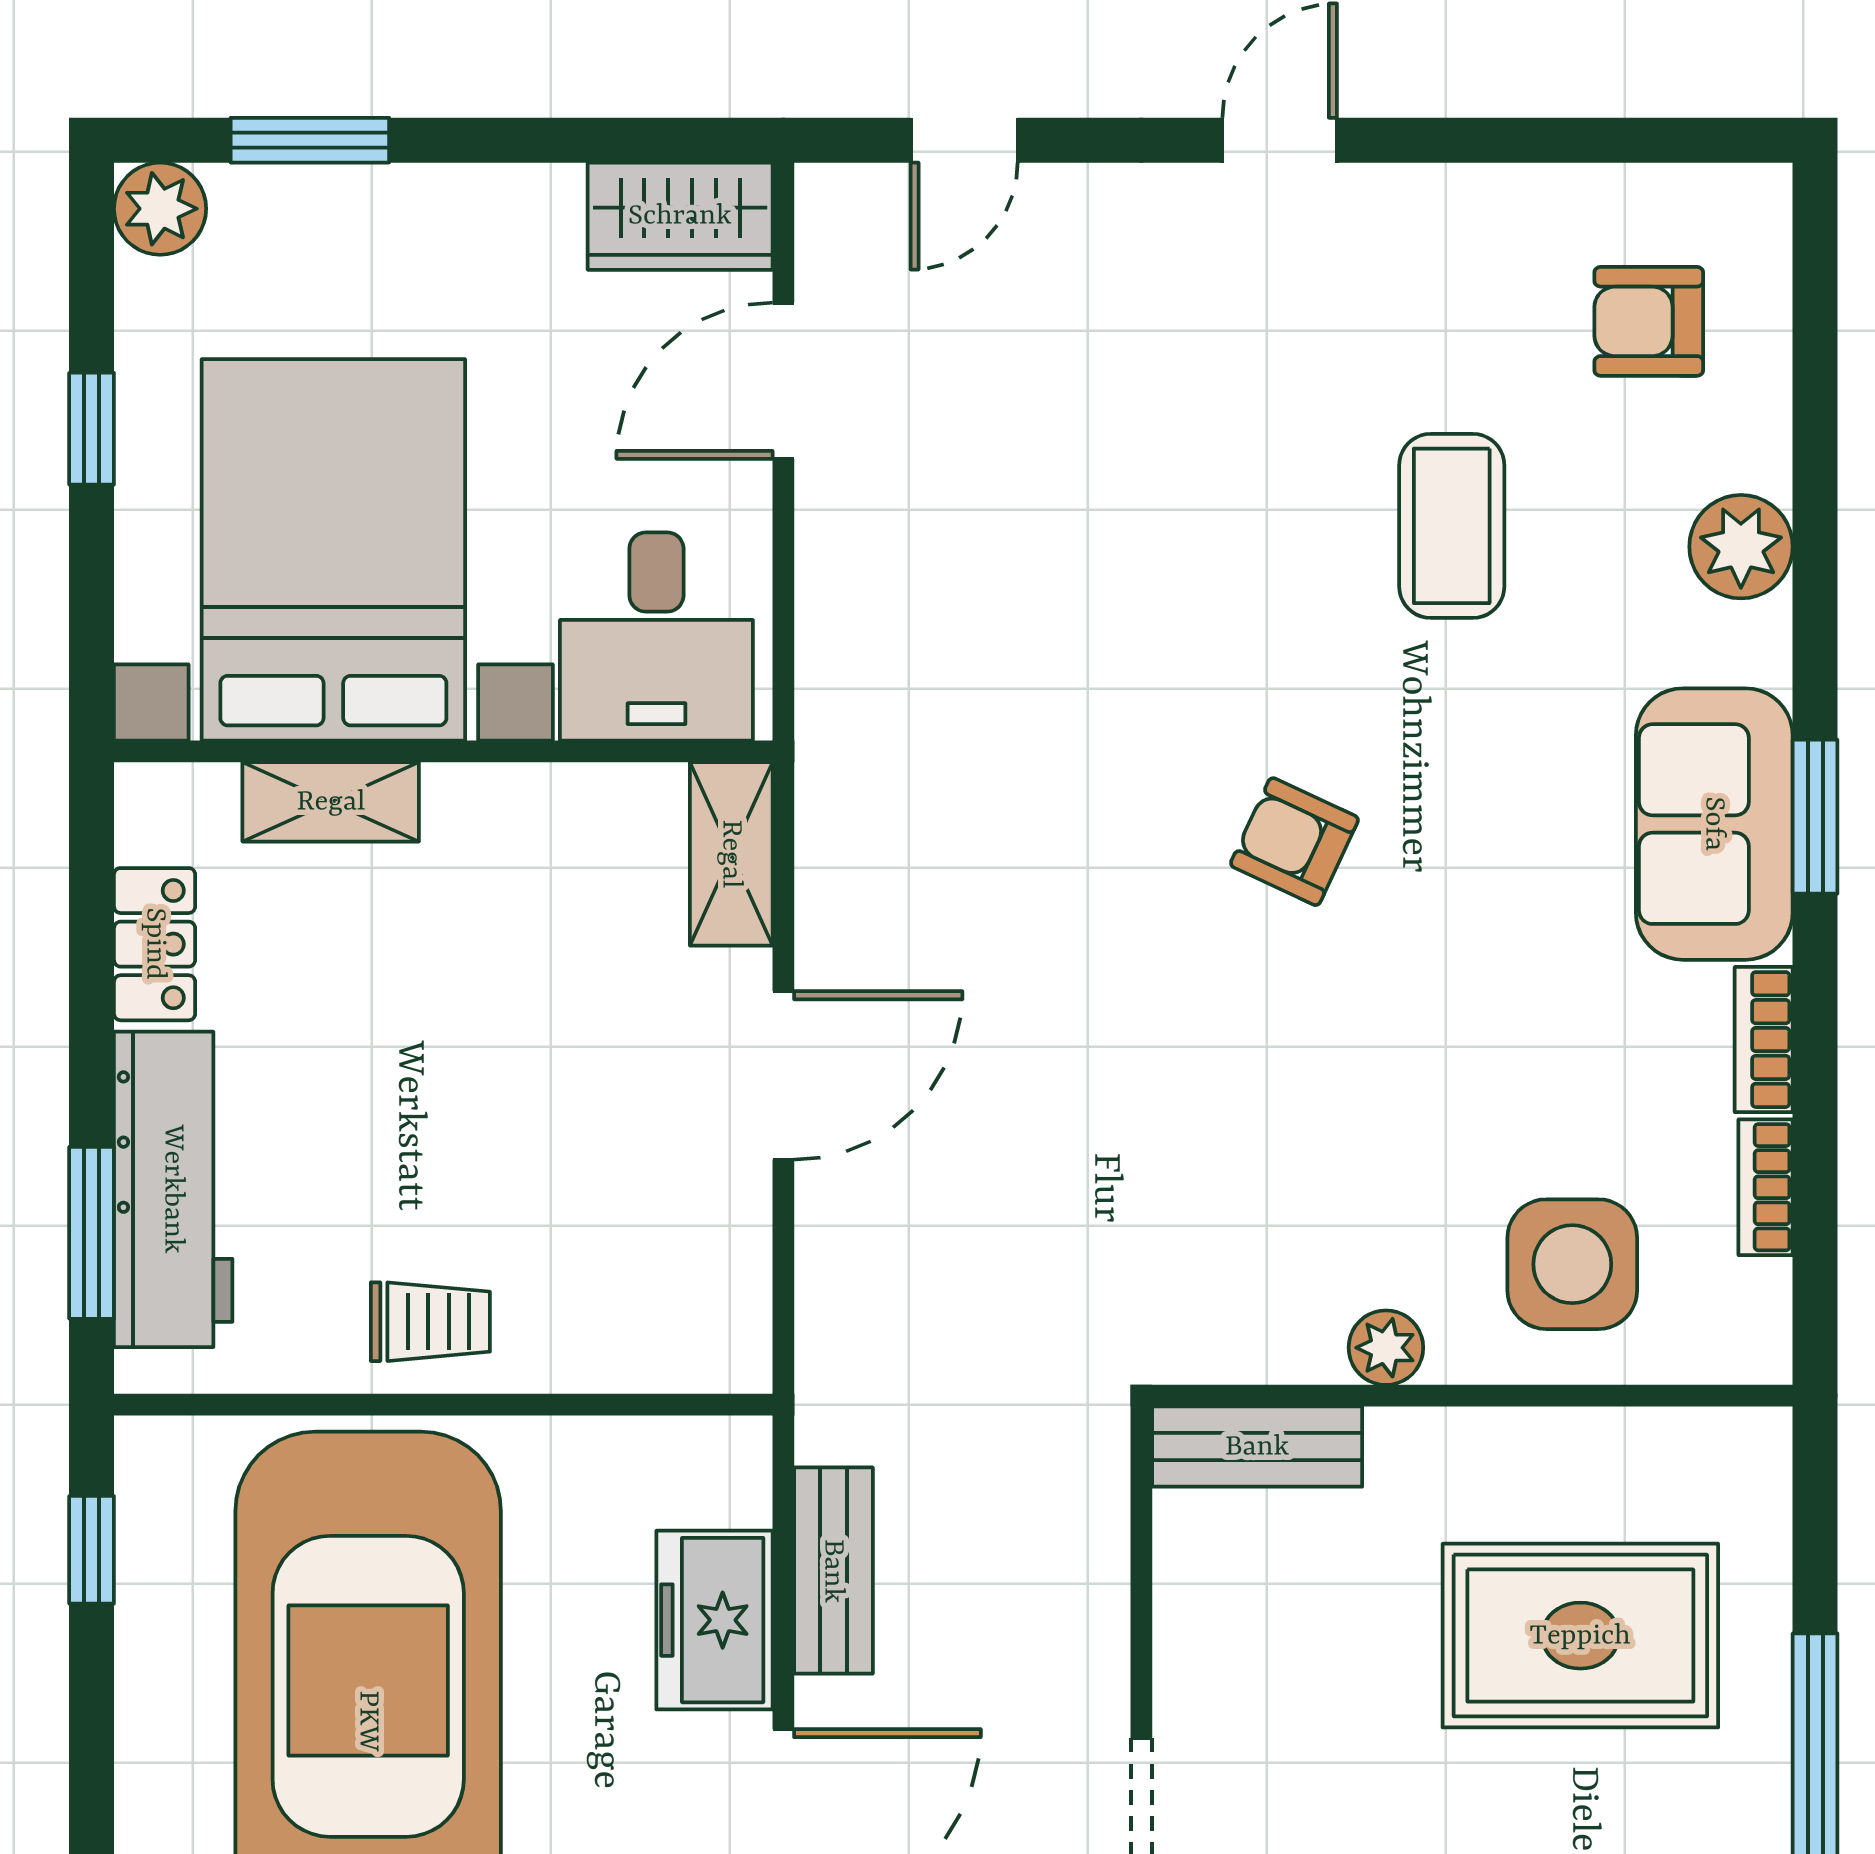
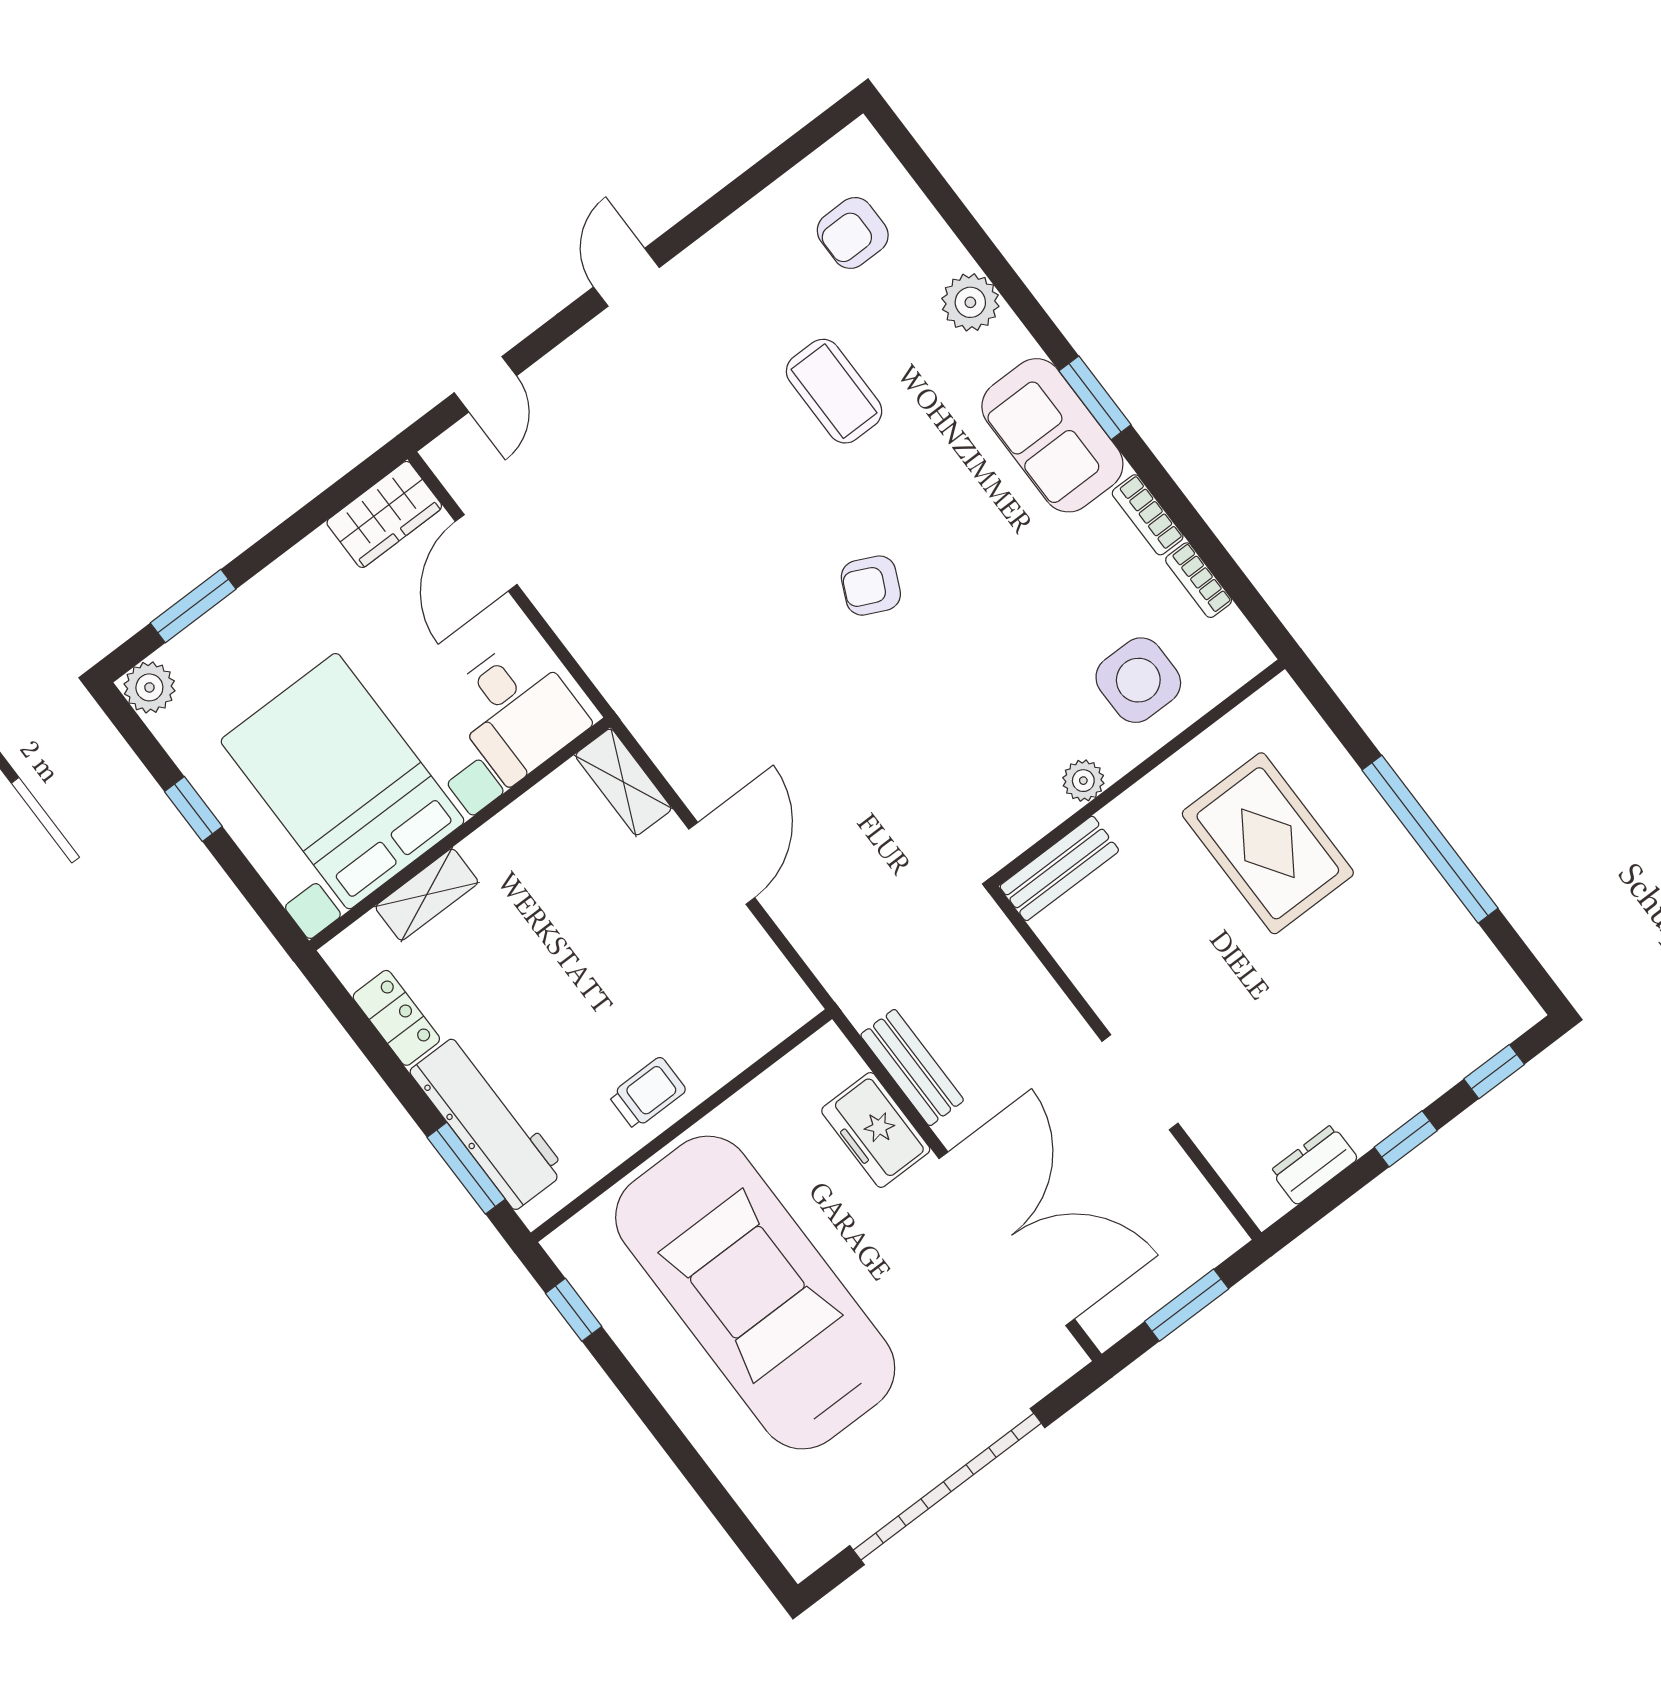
rug: (1580, 1636) -> (1268, 843), turned 90

